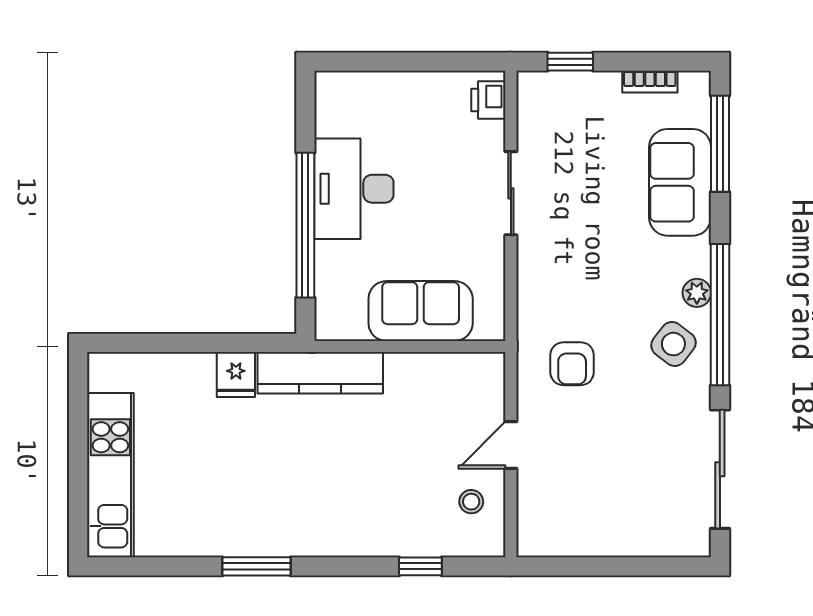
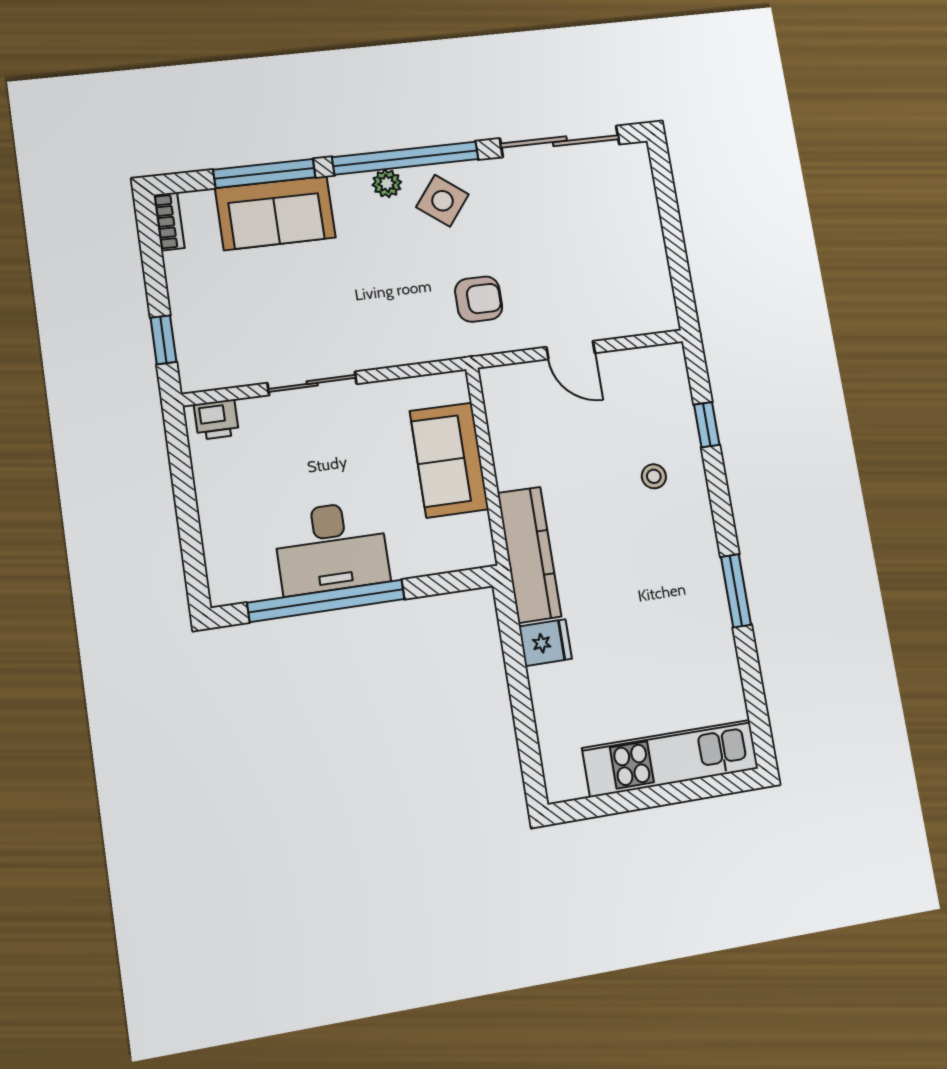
bookcase: (650, 82) -> (169, 221), moved
window: (720, 144) -> (264, 173), moved
window: (305, 225) -> (326, 601), moved
stool: (471, 502) -> (654, 476), moved

